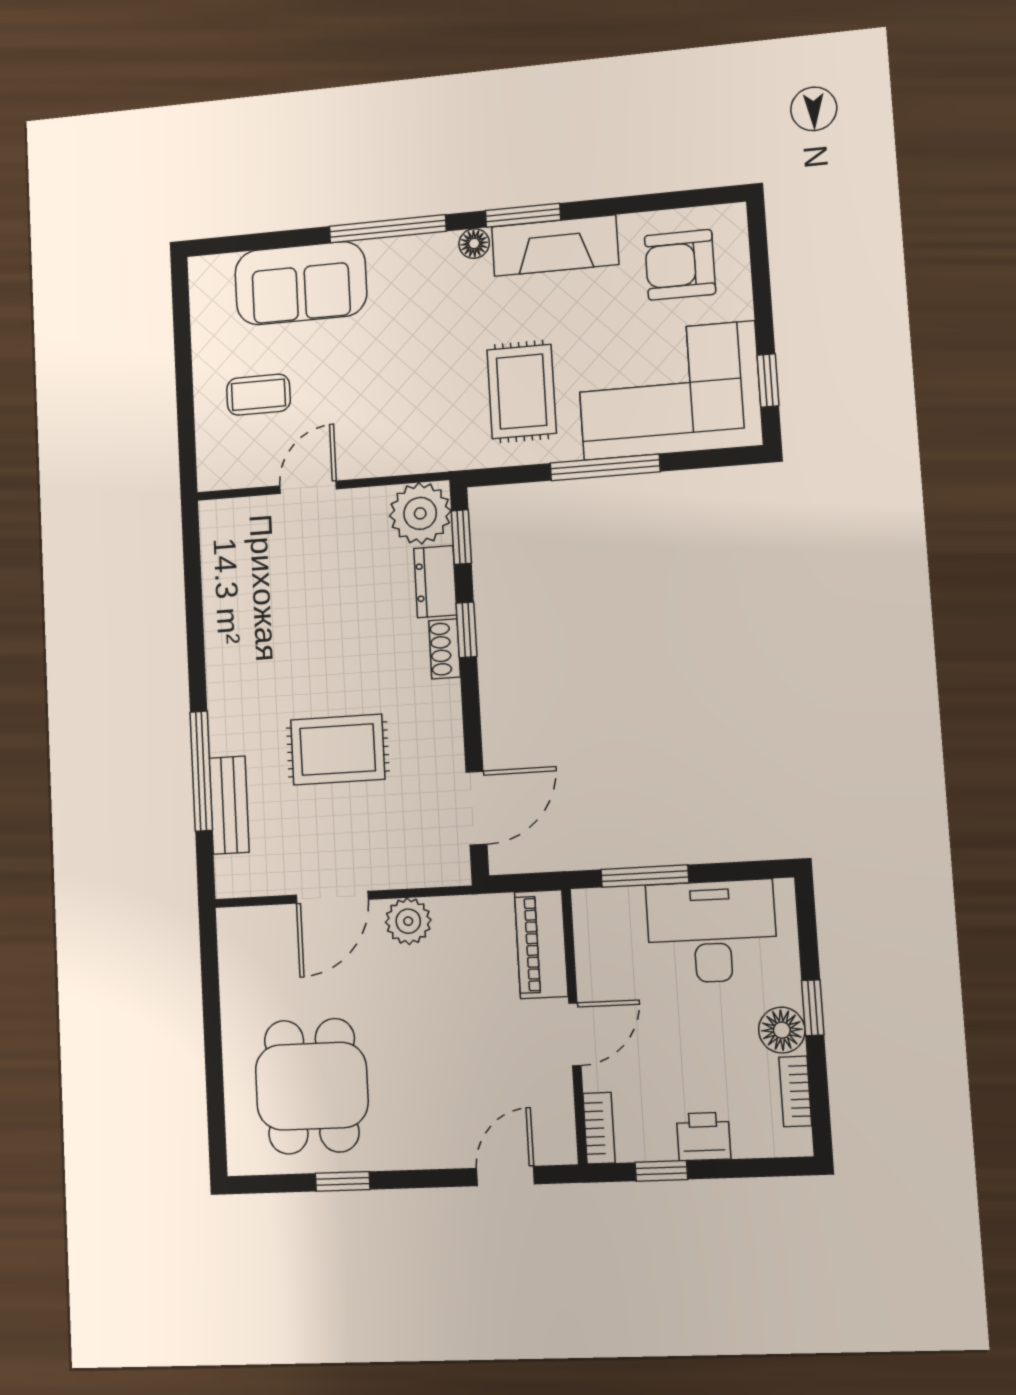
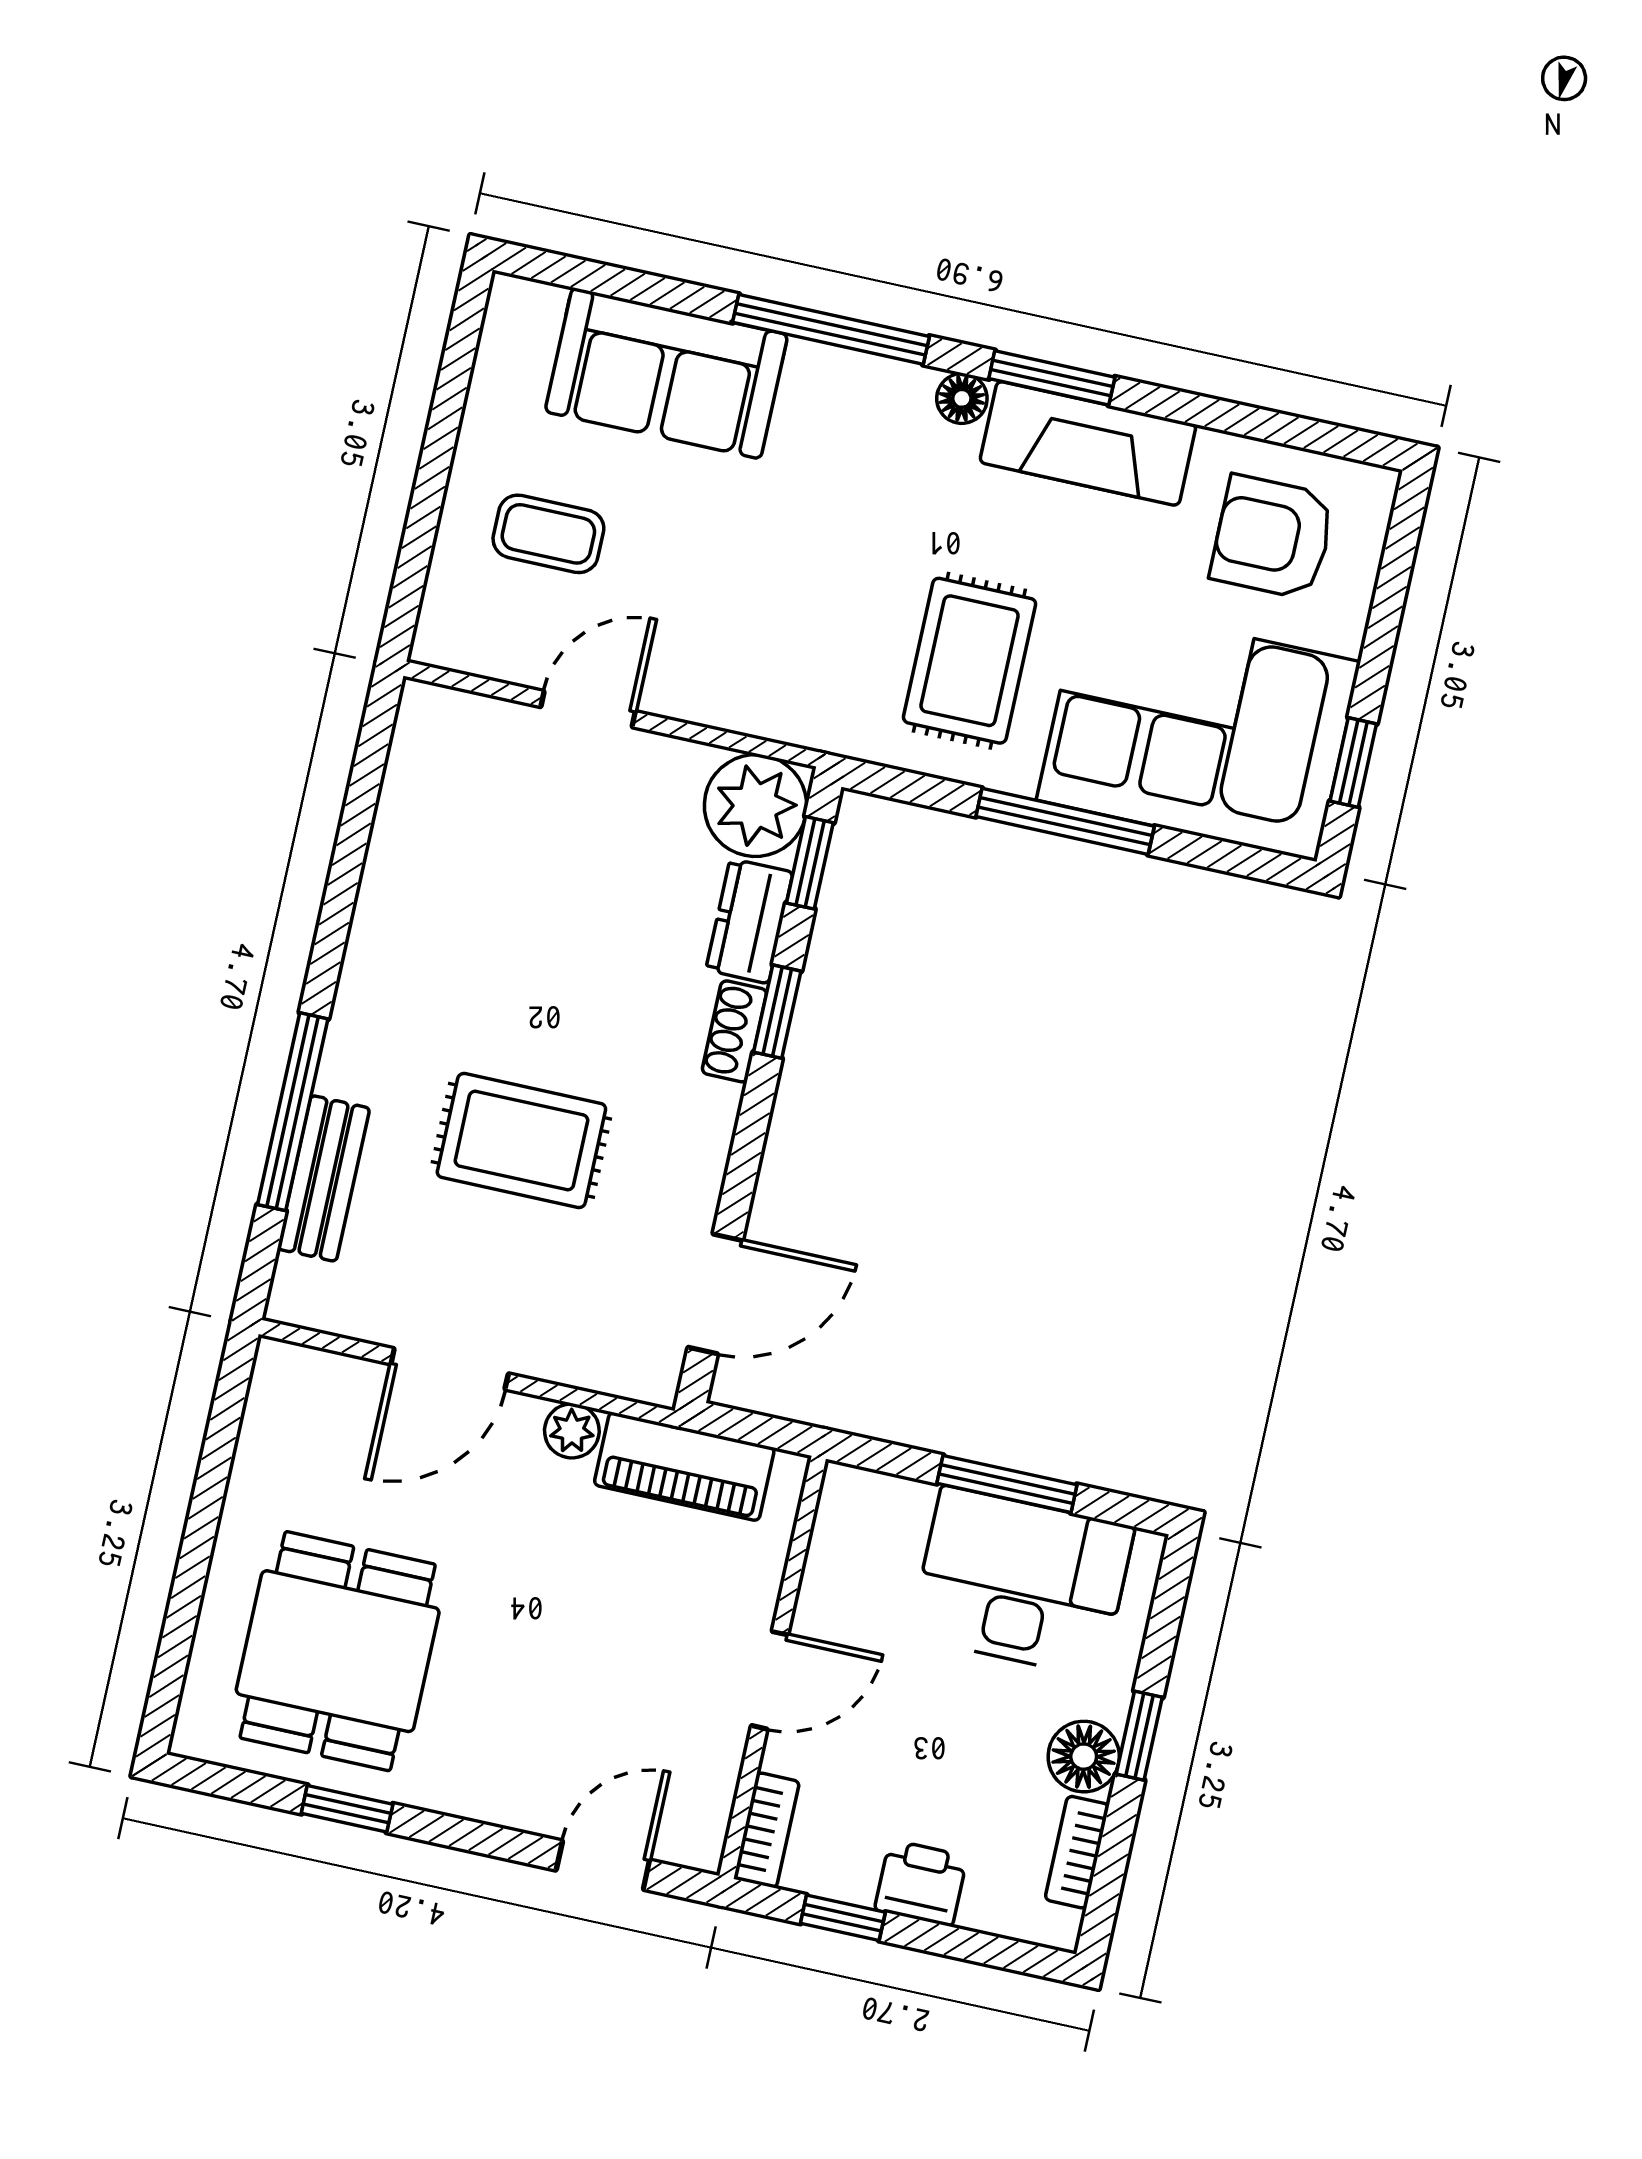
window: (645, 876) -> (1007, 1484), moved
plant: (408, 921) -> (572, 1431), width x0.73, depth x0.73
piano: (541, 944) -> (684, 1466), moved, turned -90

